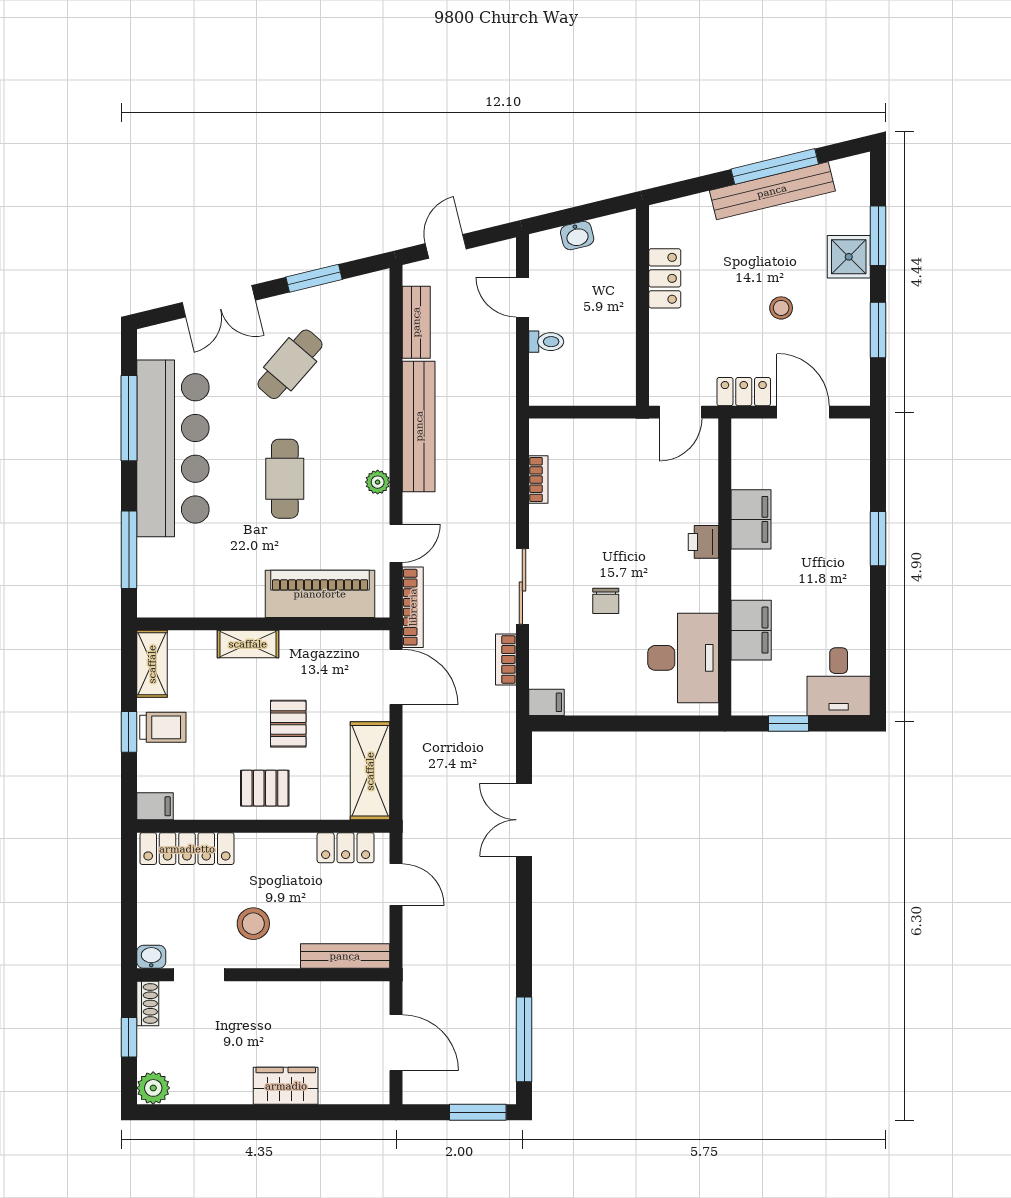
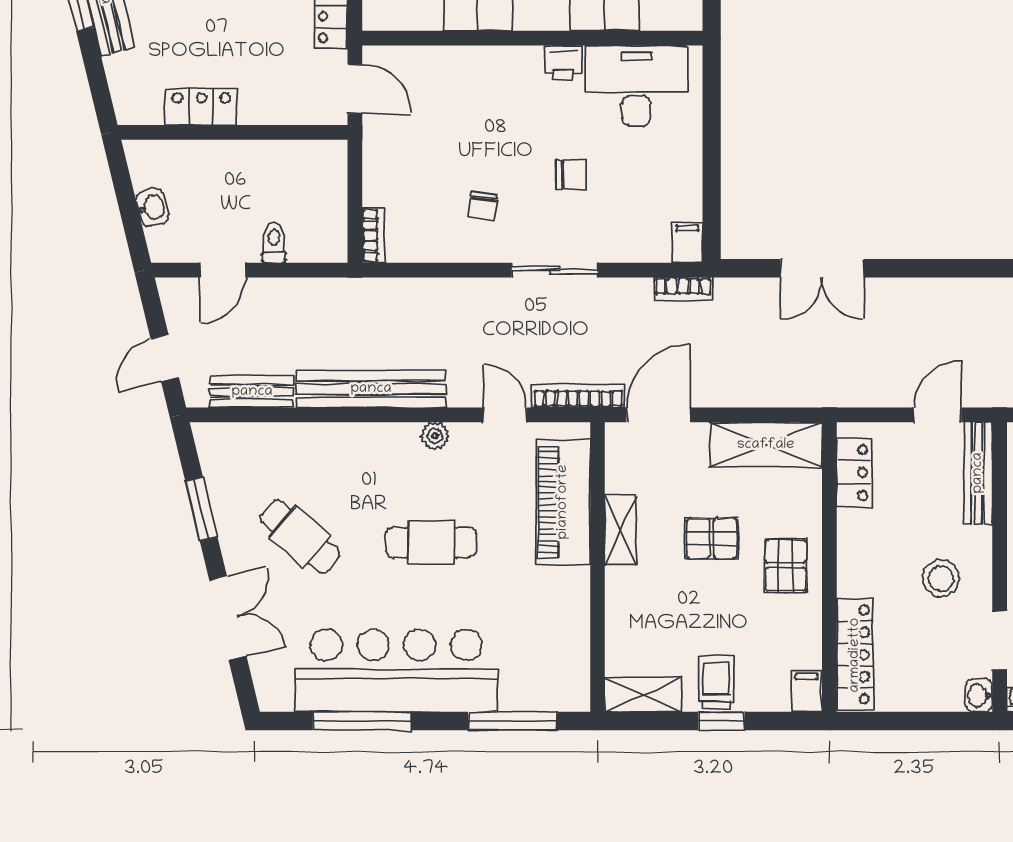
door: (446, 246) -> (165, 358), hinge flipped
bookcase: (538, 480) -> (373, 235), moved, turned 90
chair: (578, 523) -> (482, 206), added
printer: (703, 542) -> (563, 63), moved
shelving: (248, 644) -> (621, 530), moved
bookcase: (506, 659) -> (683, 289), moved
door: (396, 885) -> (938, 415), moved

